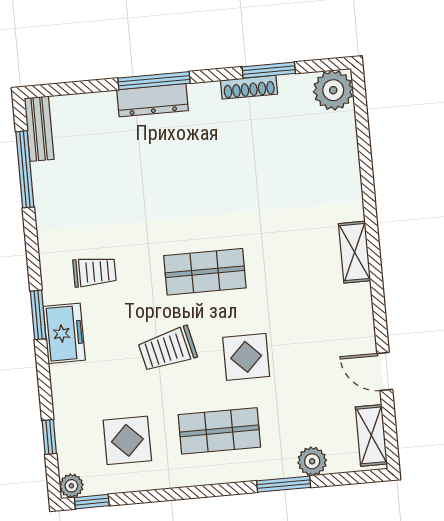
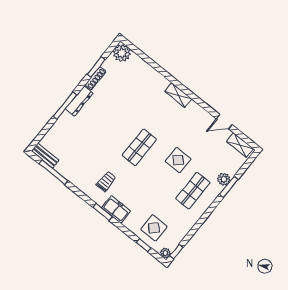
dresser: (152, 100) -> (79, 101), moved
trolley: (168, 349) -> (152, 182), removed
display table: (127, 440) -> (154, 228), moved
plant: (312, 461) -> (224, 179), moved

